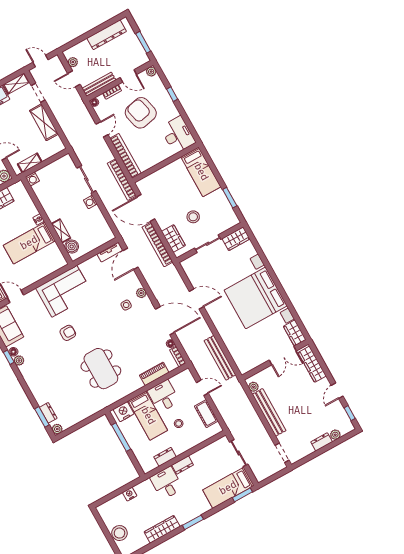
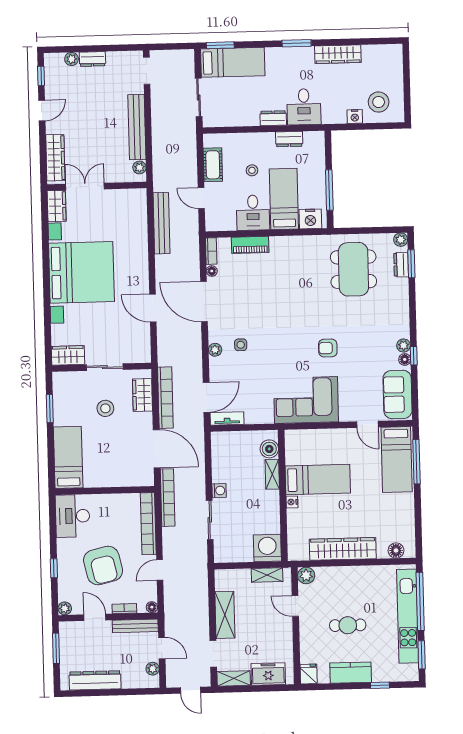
washing machine: (32, 179) -> (267, 548), width x1.89, depth x1.89
dining table: (101, 369) -> (353, 269), moved
stool: (119, 533) -> (379, 102), moved

